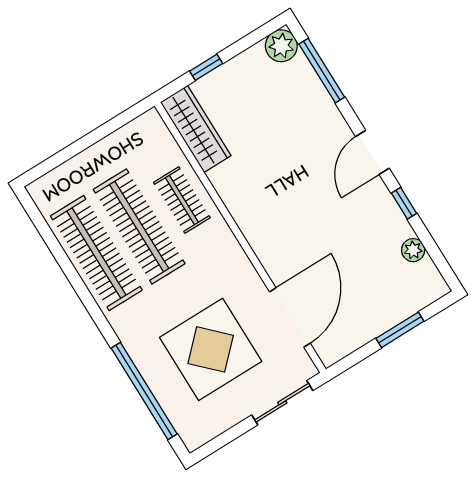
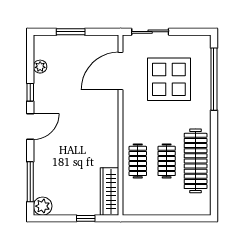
clothes rail: (139, 227) -> (167, 161), width x0.54, depth x0.76

